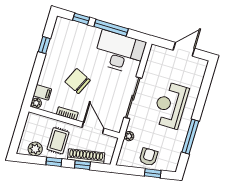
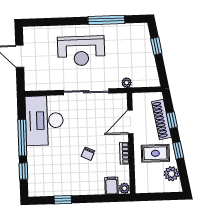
chair: (78, 81) -> (88, 154), width x0.54, depth x0.54
armchair: (148, 157) -> (141, 56), removed

